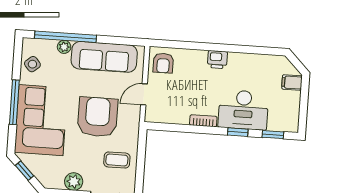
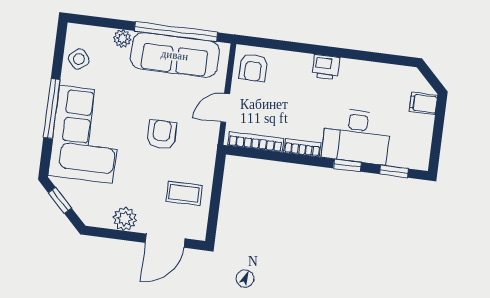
window: (66, 37) -> (176, 32), moved
armchair: (98, 117) -> (162, 134), width x0.53, depth x0.53
bookcase: (168, 118) -> (256, 142), added

